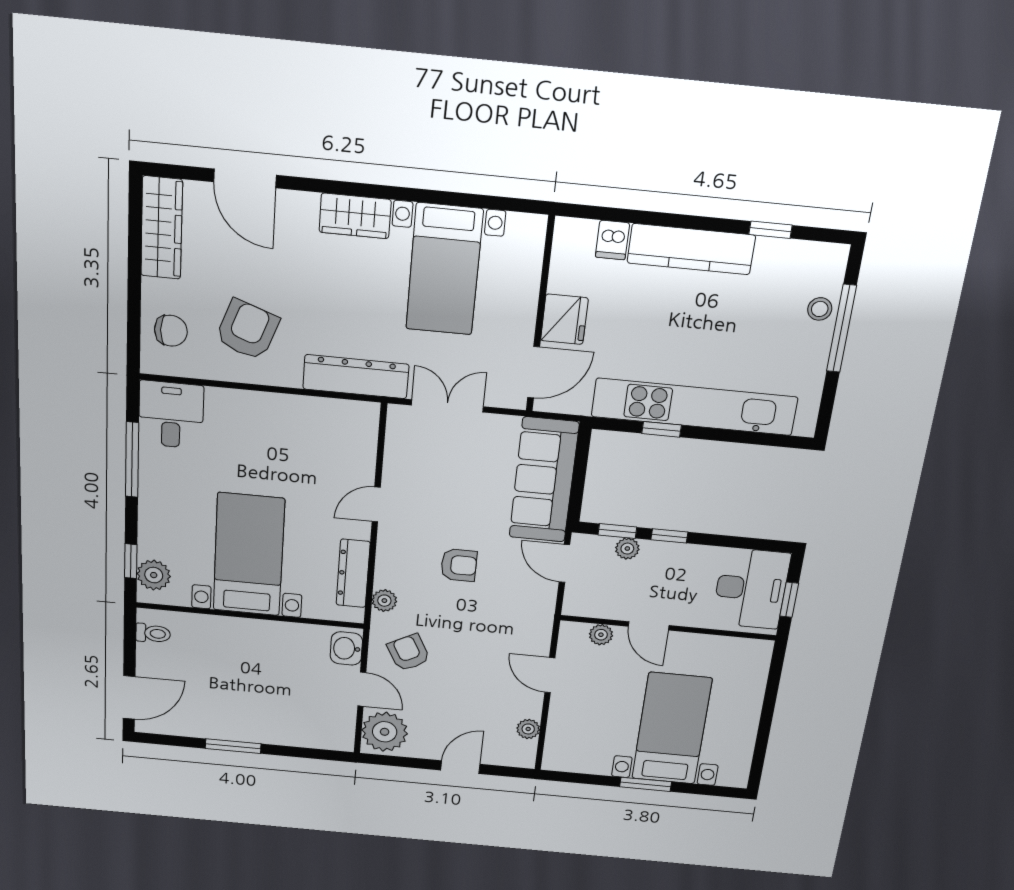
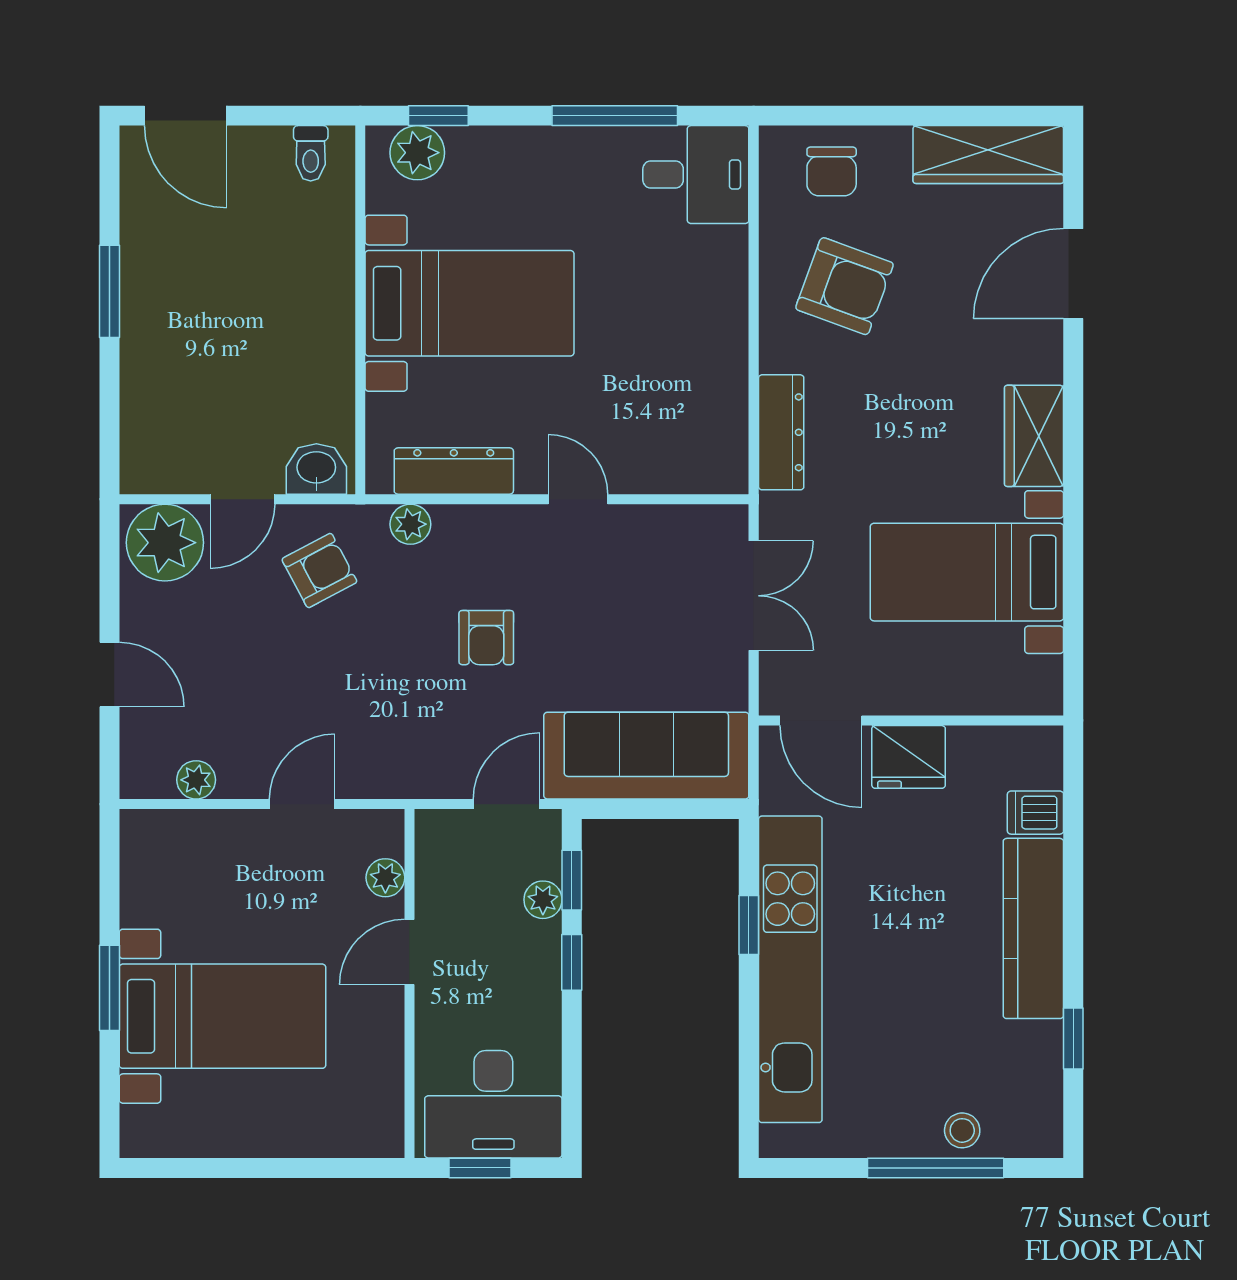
dresser: (356, 377) -> (781, 432), width x0.73, depth x0.80

